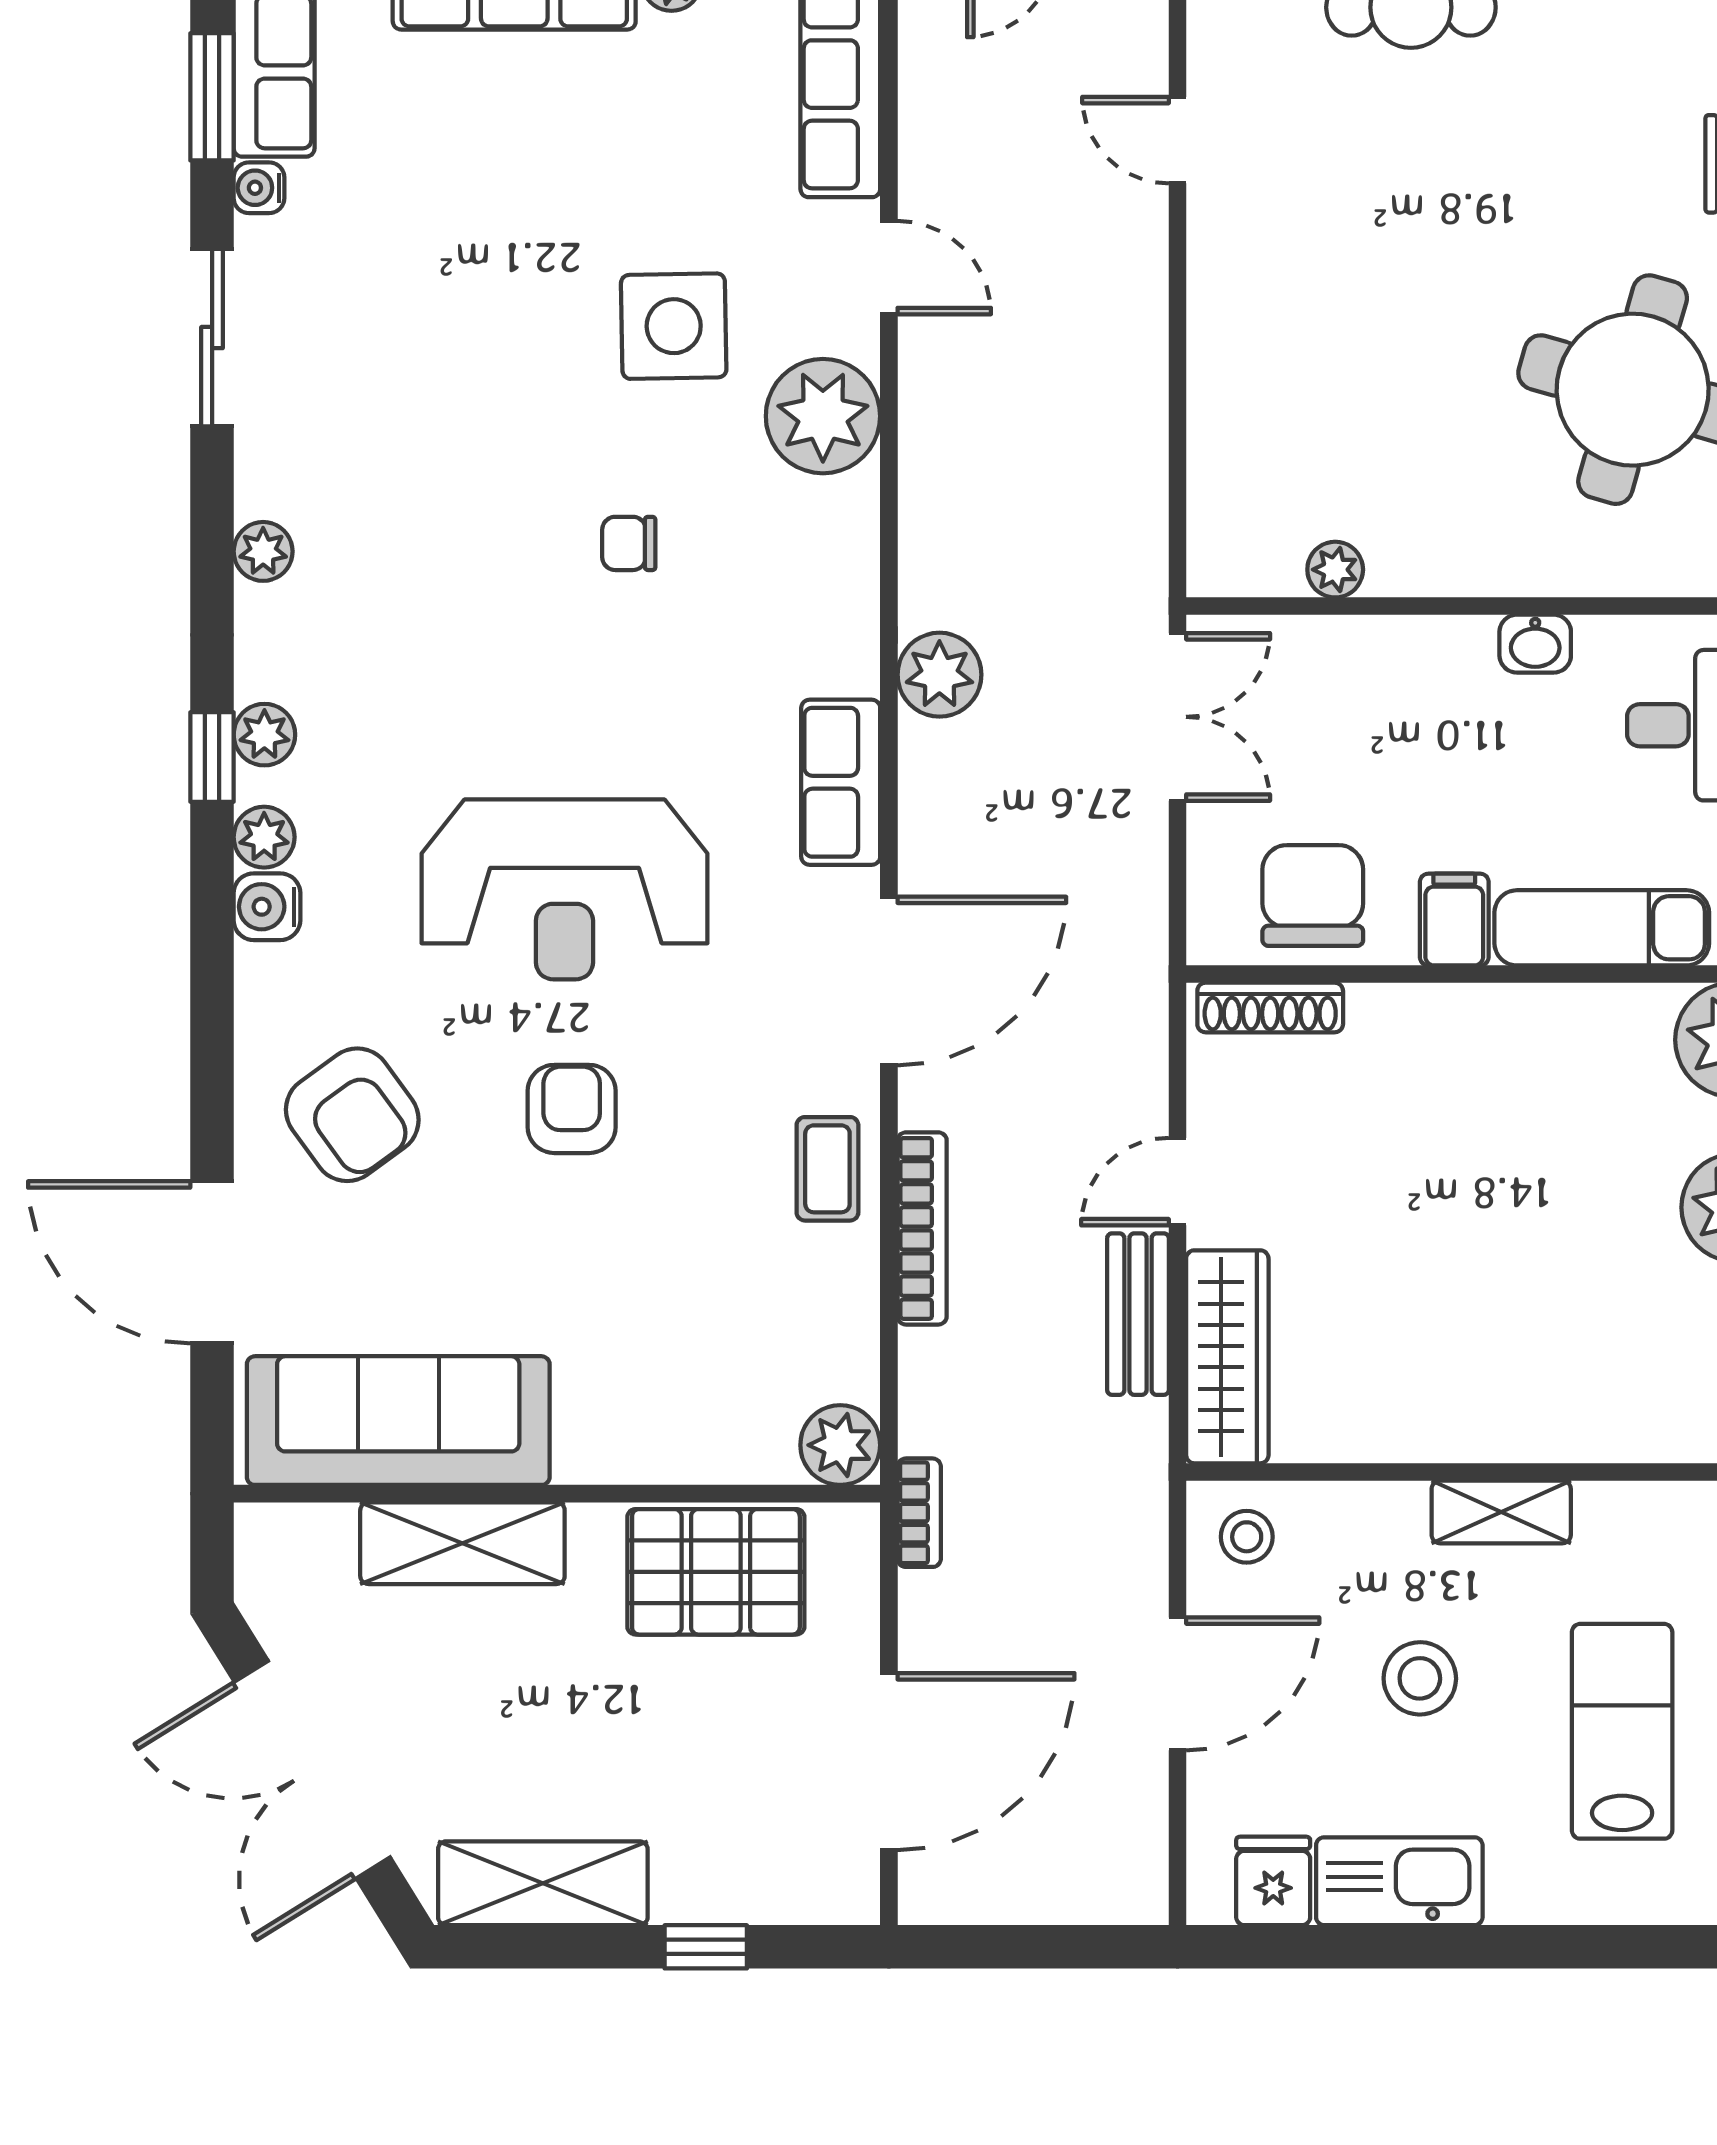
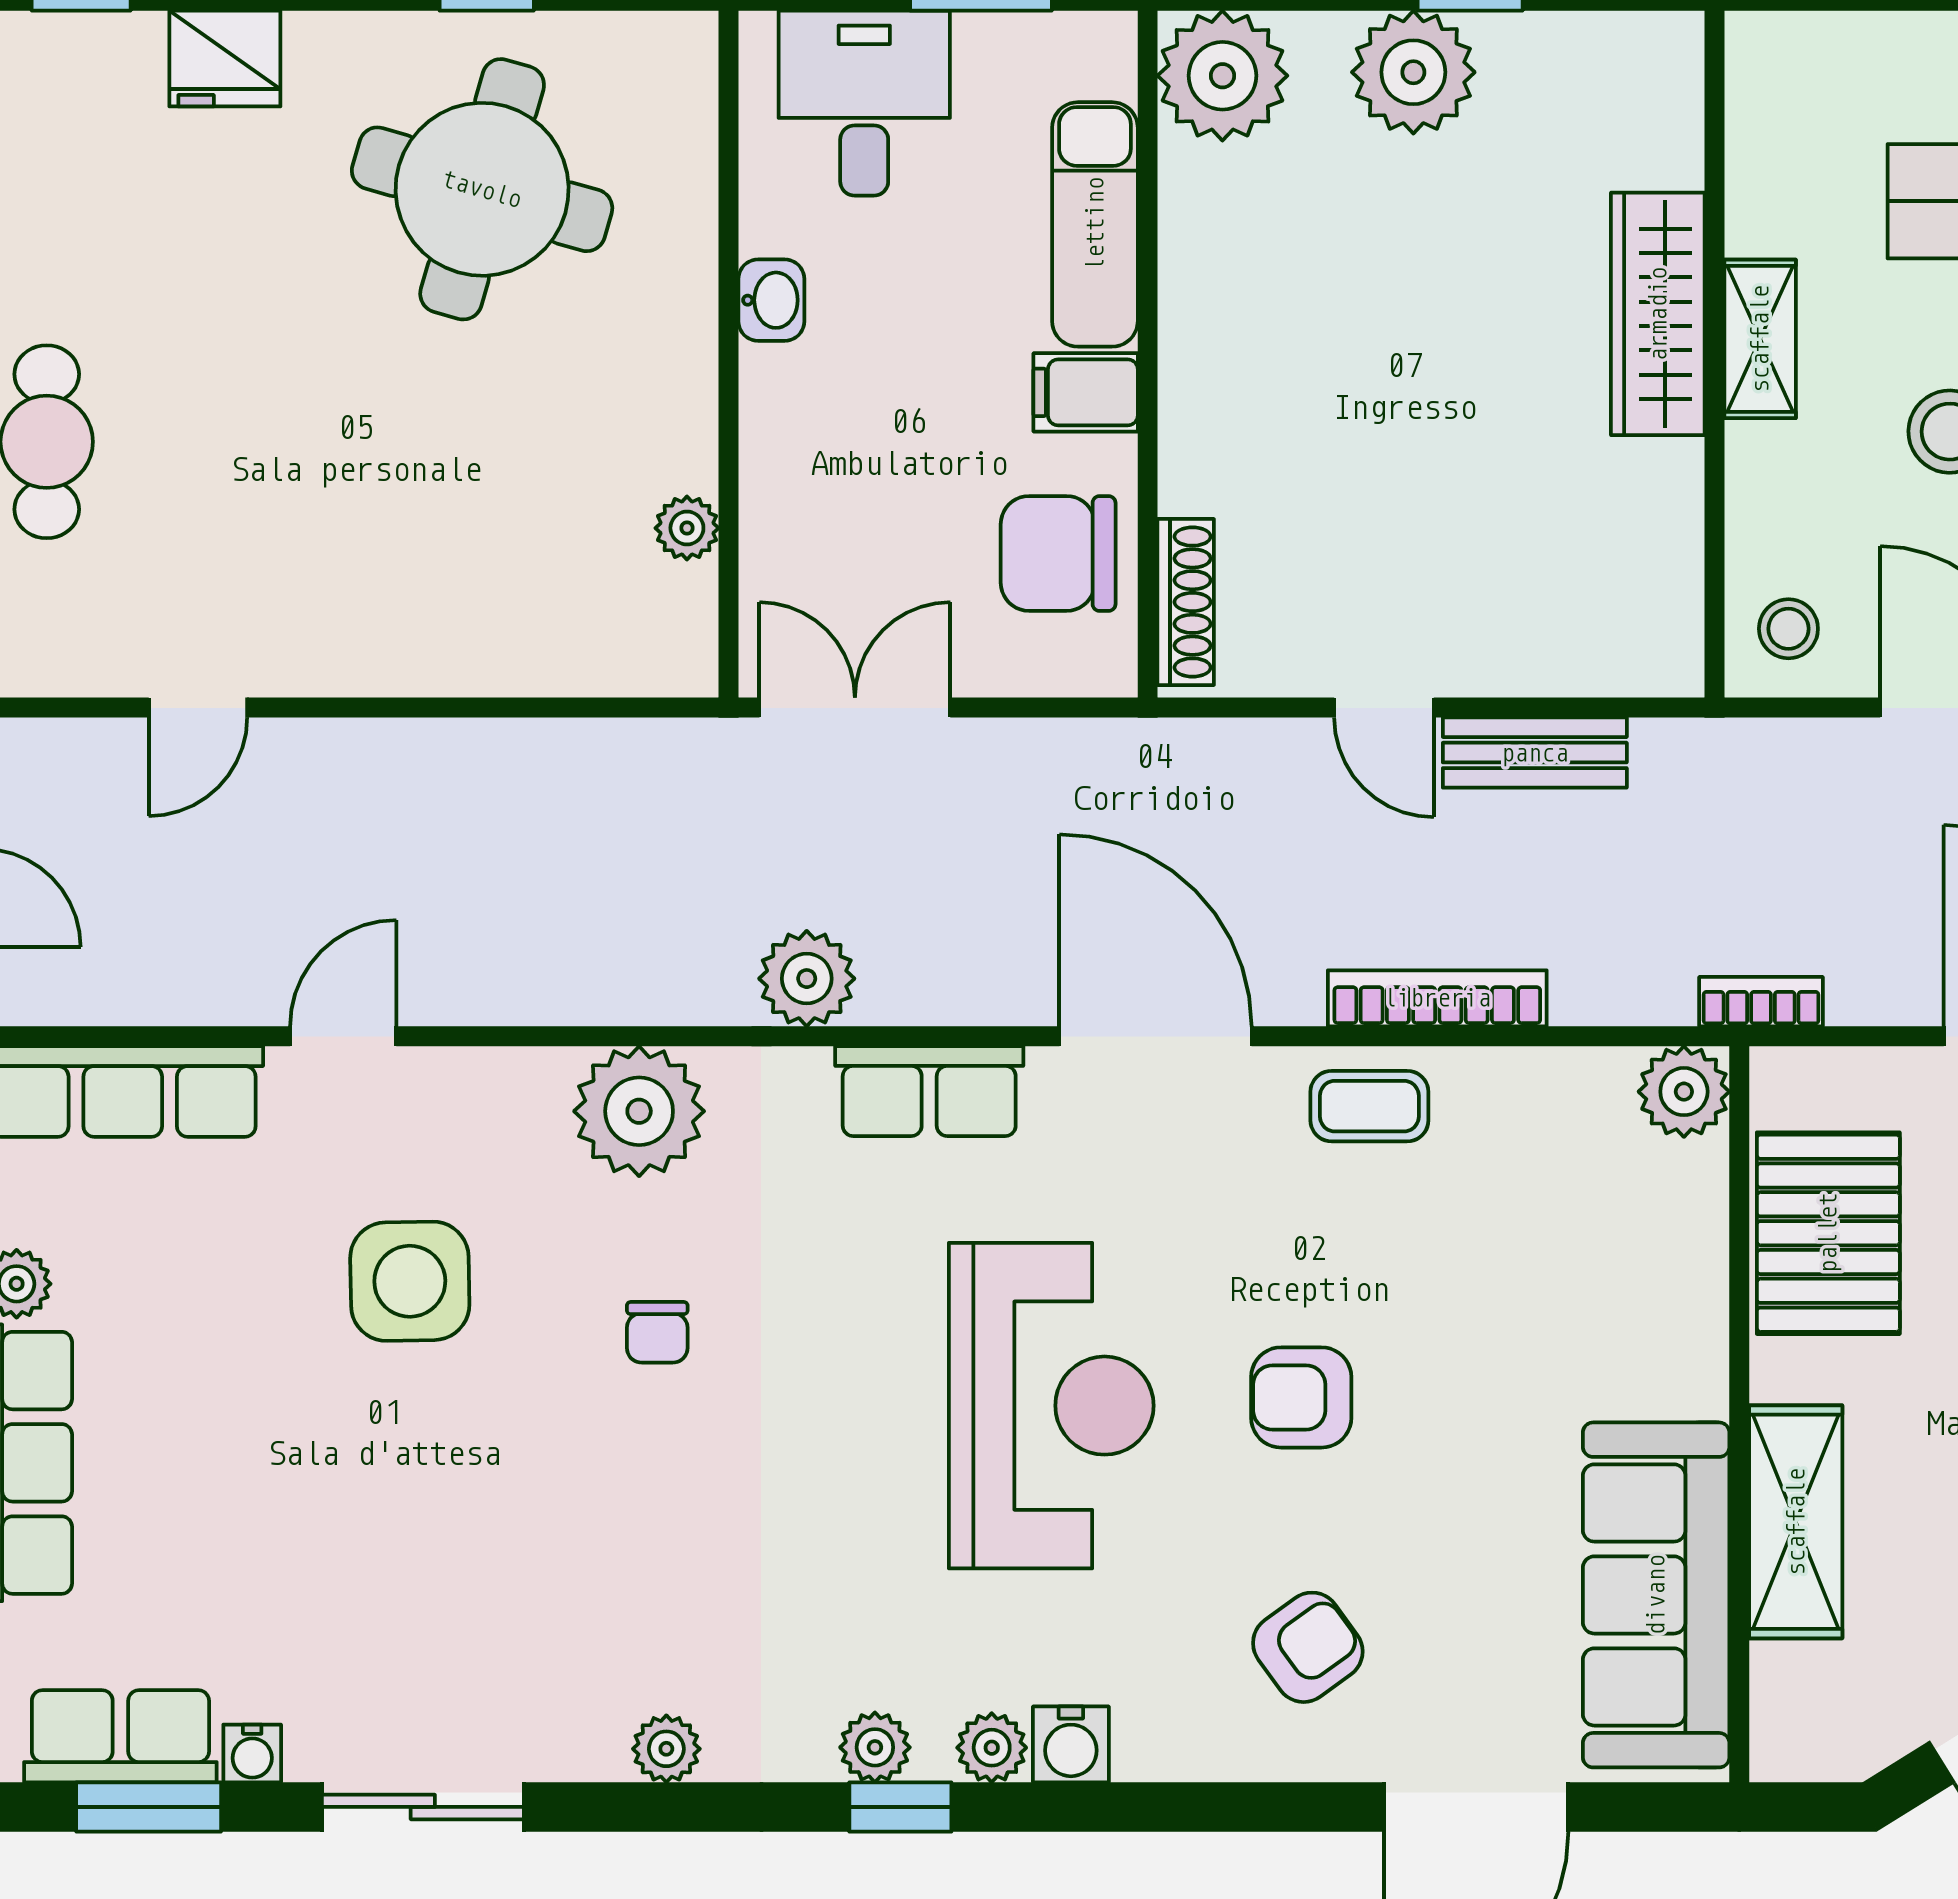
plant: (823, 416) -> (639, 1111), moved
armchair: (352, 1115) -> (1308, 1647), width x0.72, depth x0.72
wardrobe: (1227, 1357) -> (1658, 314), moved, turned -90

